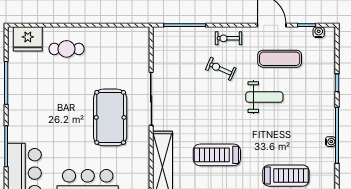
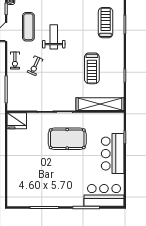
fridge: (28, 39) -> (17, 121), moved, turned 90
cafe table: (67, 49) -> (22, 168), removed

